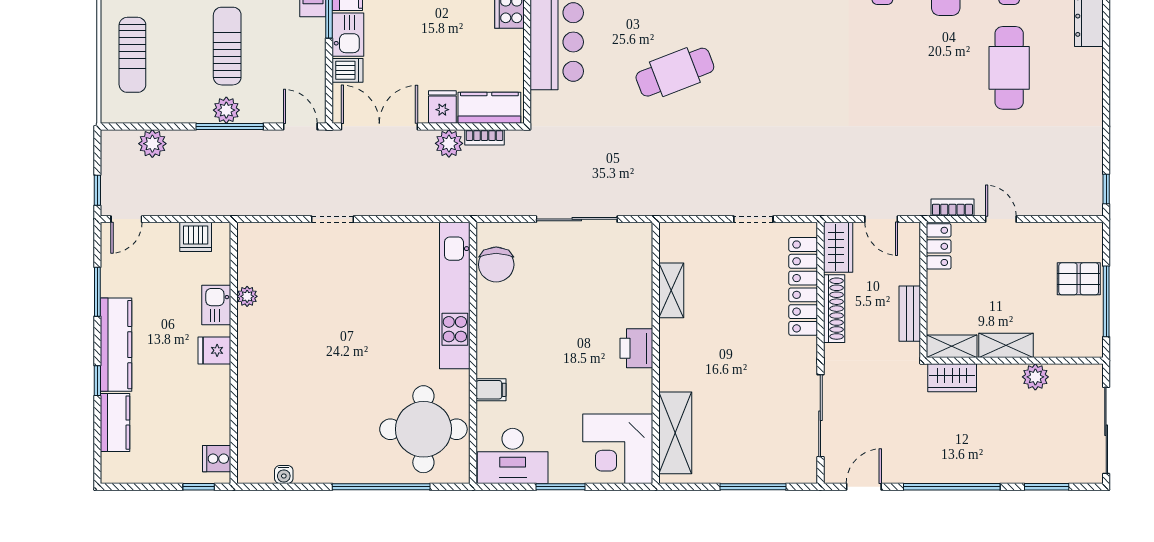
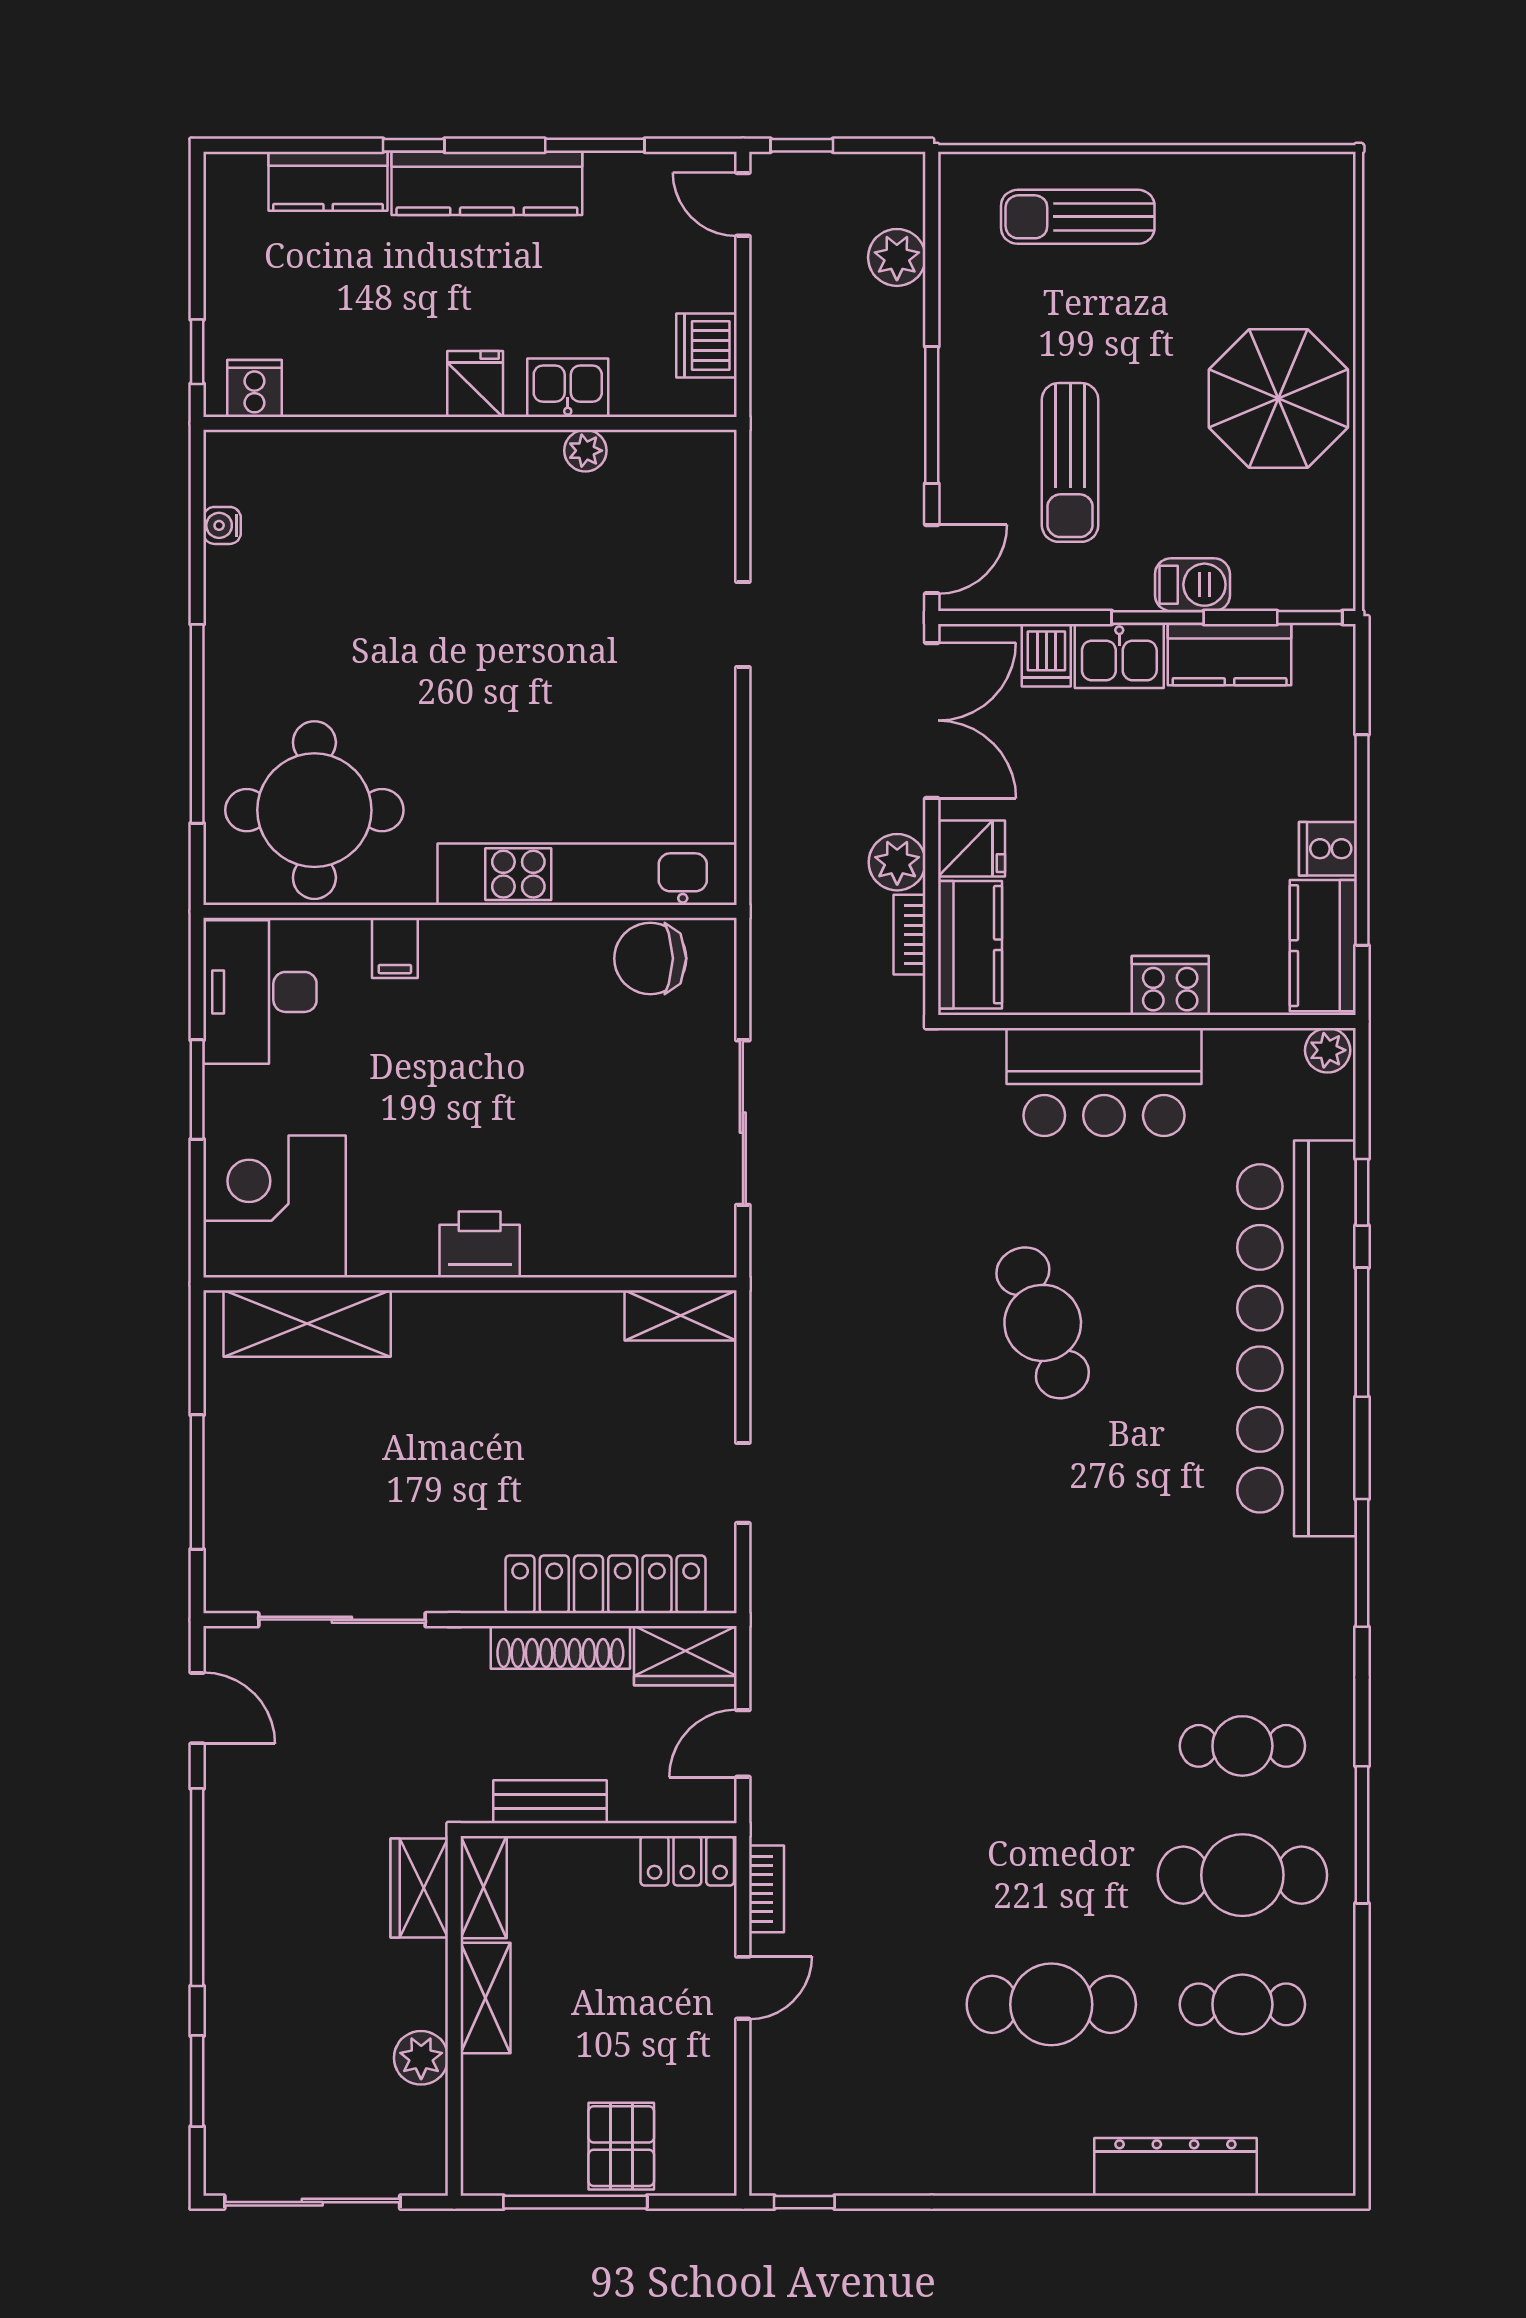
sun lounger: (227, 46) -> (1070, 462), moved, turned 90
plant: (226, 110) -> (965, 408), removed
shelving: (671, 290) -> (681, 1315), moved

